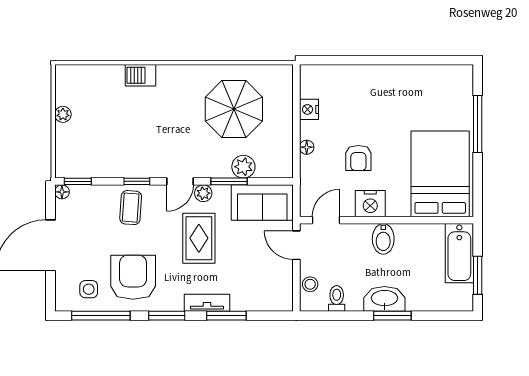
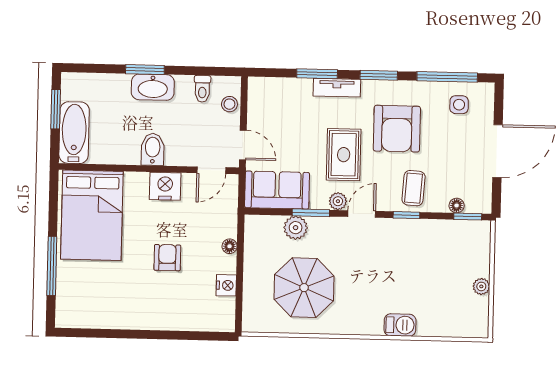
armchair: (358, 158) -> (167, 258), moved
floor lamp: (62, 192) -> (457, 206), moved
armchair: (133, 277) -> (397, 129), moved

